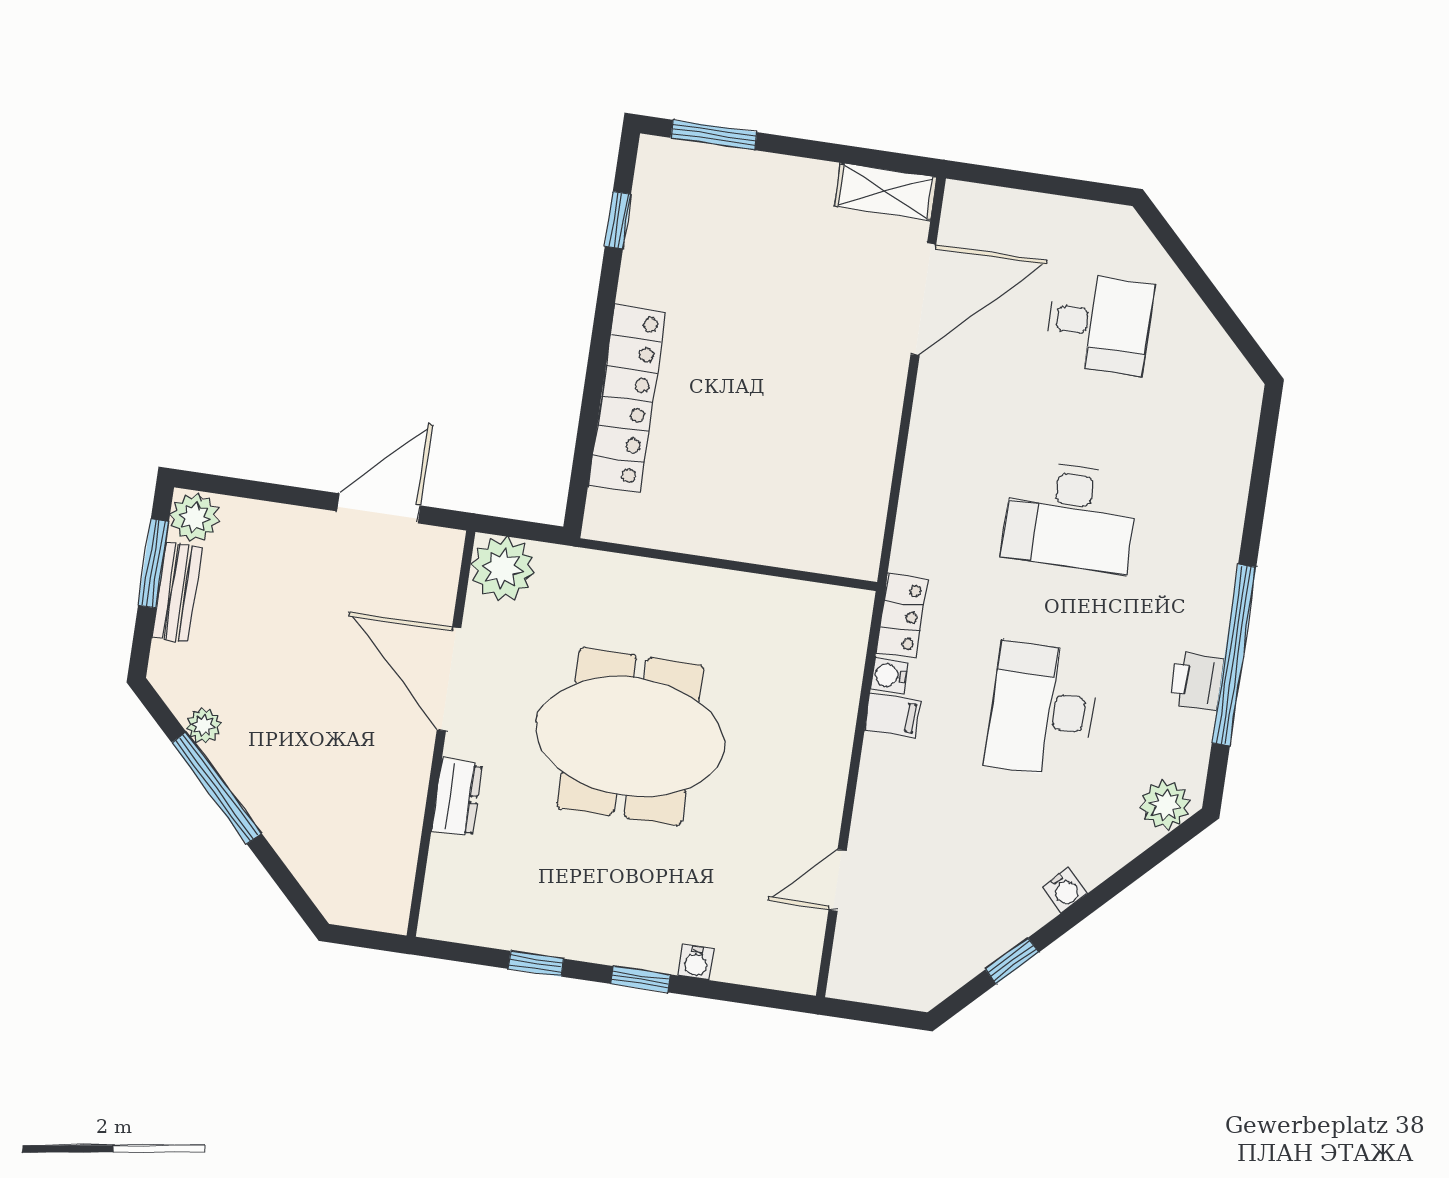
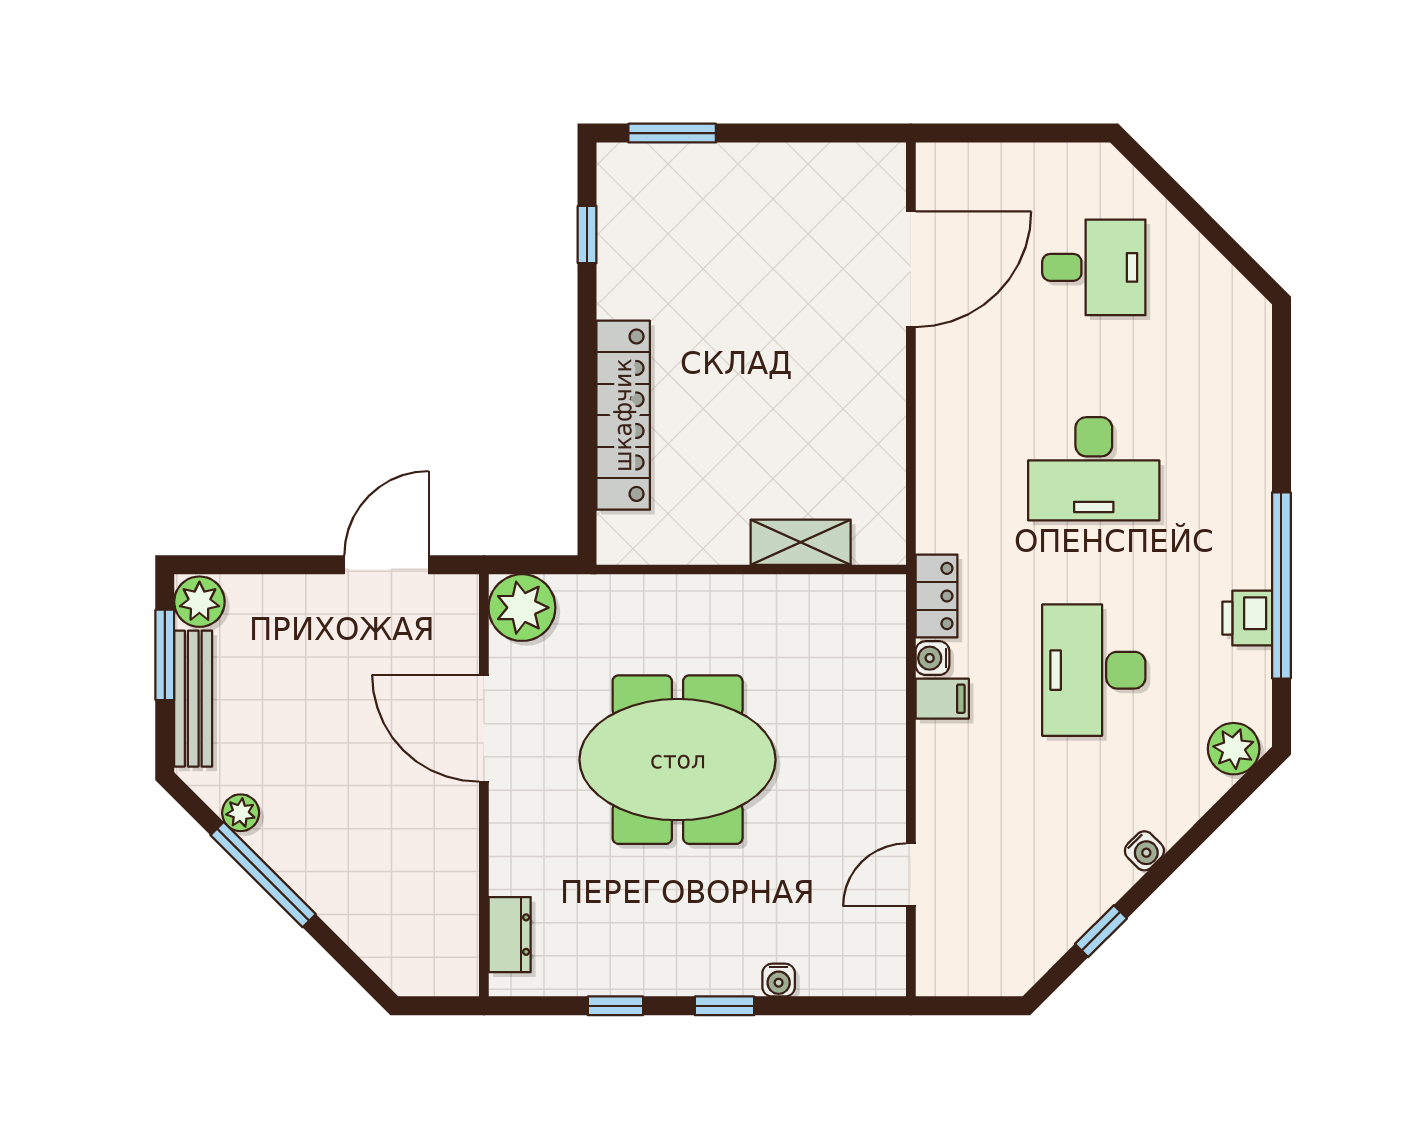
shelving: (886, 192) -> (801, 542), moved
bench: (177, 592) -> (193, 699), width x1.36
dresser: (457, 797) -> (510, 935), moved

